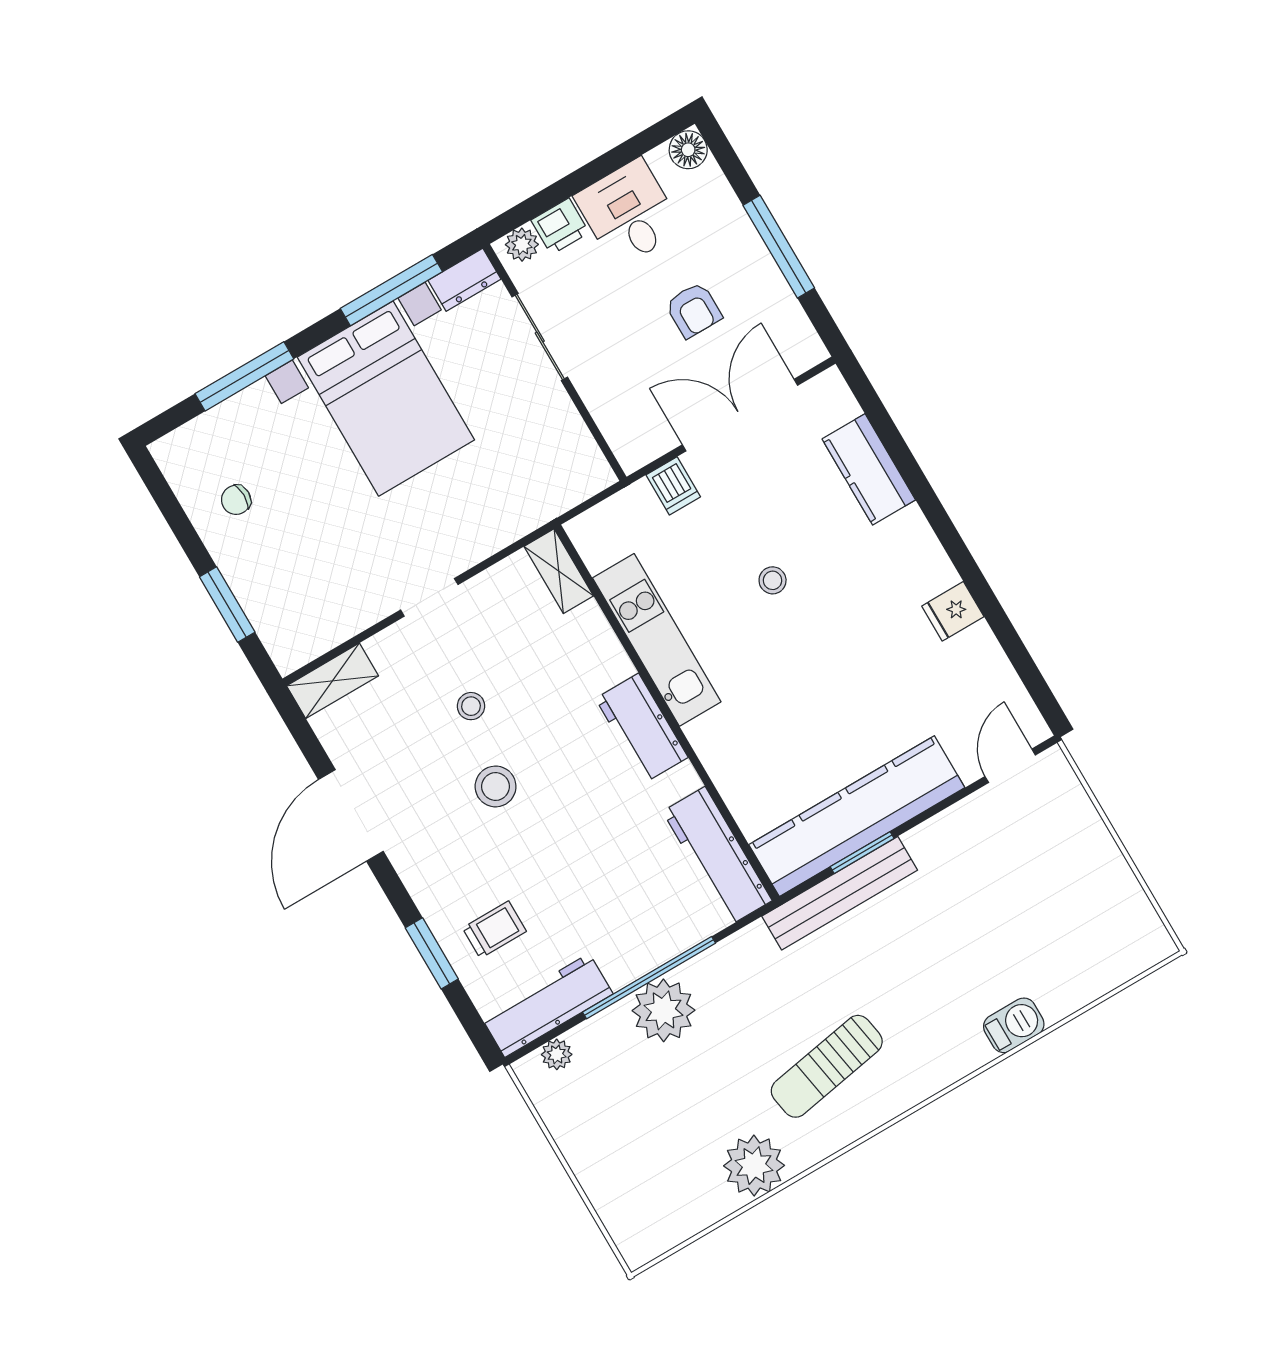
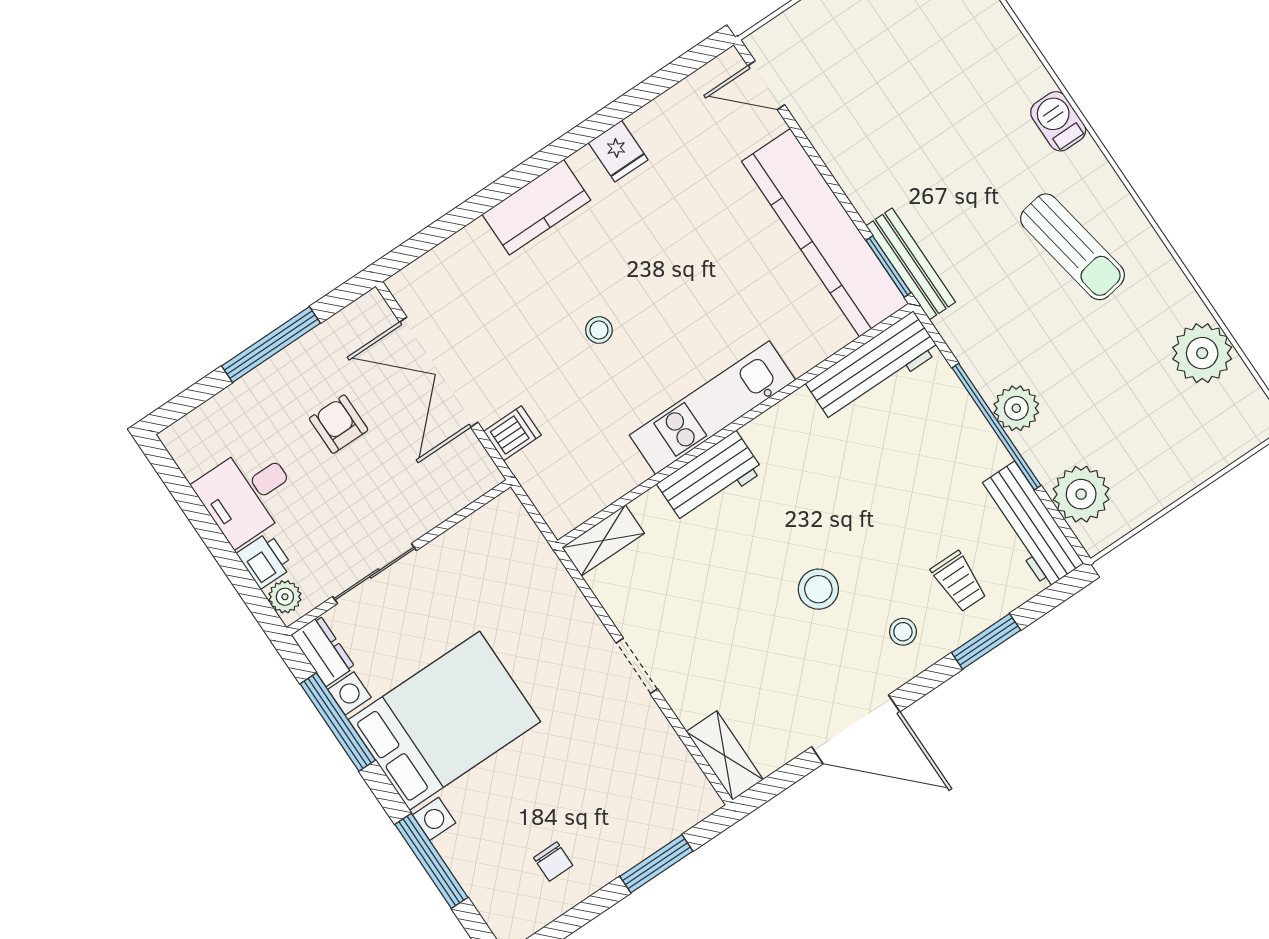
floor lamp: (688, 150) -> (182, 439), removed
armchair: (694, 310) -> (339, 424), turned -90
kitchen counter: (869, 469) -> (536, 207), moved
kitchen unit: (657, 640) -> (712, 408), moved
stool: (471, 706) -> (903, 632), moved
workbench: (642, 728) -> (710, 478), moved
window: (862, 853) -> (888, 267), moved
bench: (840, 893) -> (911, 264), width x0.73, depth x0.82
trolley: (494, 930) -> (959, 582), turned 180
plant: (663, 1010) -> (1016, 408), width x0.73, depth x0.73
barbecue: (1014, 1025) -> (1058, 121), moved
plant: (557, 1054) -> (1081, 494), width x1.87, depth x1.87
plant: (754, 1166) -> (1202, 353), moved

